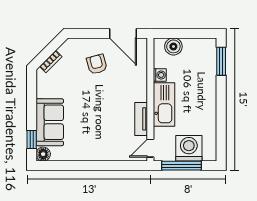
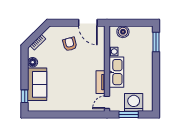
floor lamp: (43, 154) -> (33, 62), moved
window: (182, 166) -> (129, 114), width x0.69

